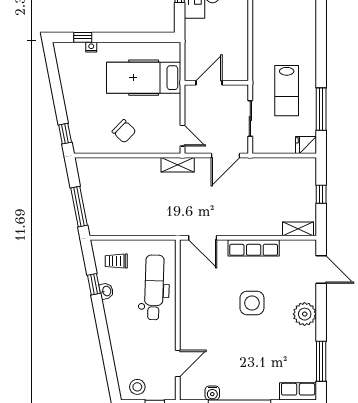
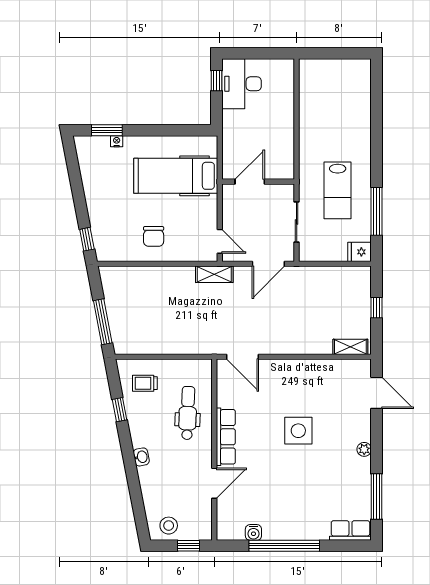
window: (83, 37) -> (107, 130), width x1.50
chair: (124, 131) -> (154, 236), turned 46
row of seats: (254, 248) -> (226, 437), moved, turned -90
dental chair: (154, 287) -> (188, 413), width x0.73, depth x0.72
washbasin: (106, 291) -> (141, 457), moved
plant: (305, 314) -> (364, 449), width x0.53, depth x0.53
door: (178, 364) -> (214, 483), moved

